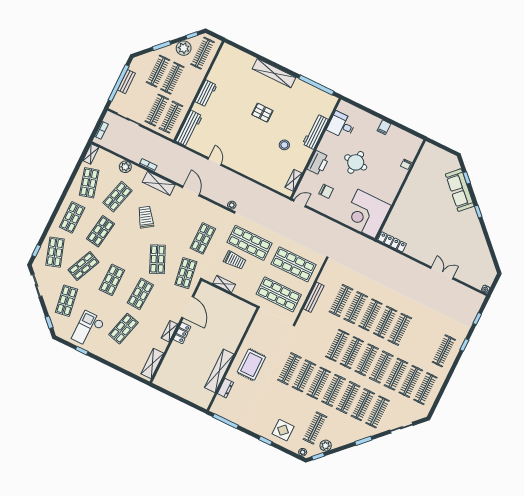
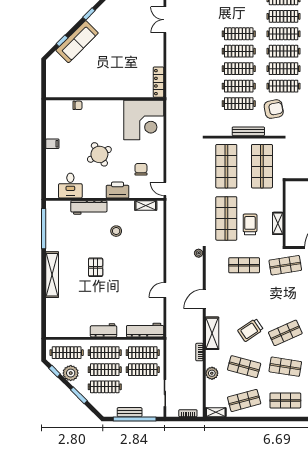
clothes rail: (187, 85) -> (105, 353), added
round table: (356, 162) -> (99, 154), turned -34
shop shelf: (157, 259) -> (285, 333), moved
armchair: (322, 328) -> (274, 109), added

